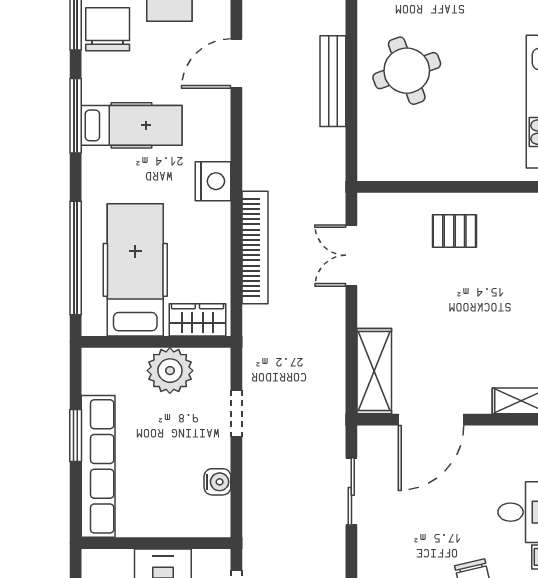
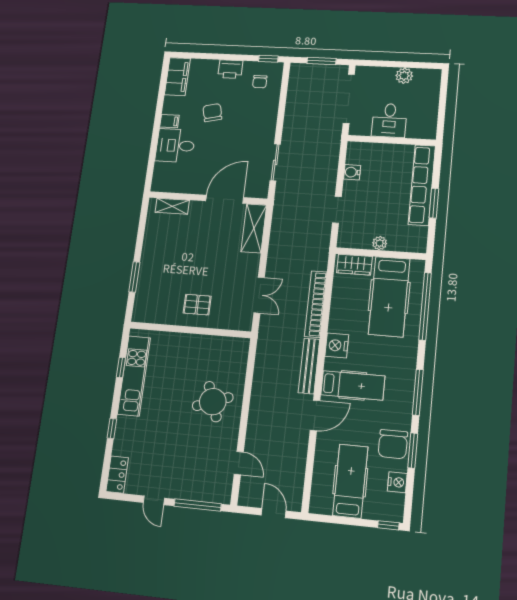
bench: (333, 81) -> (309, 366), moved
hospital bed: (132, 125) -> (353, 385), moved, turned 180
plant: (170, 371) -> (380, 243), width x0.53, depth x0.53

